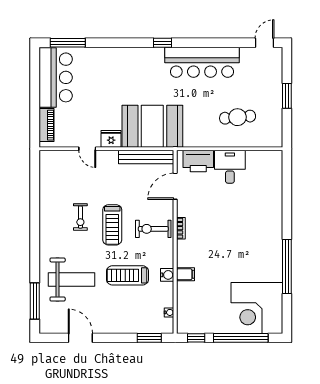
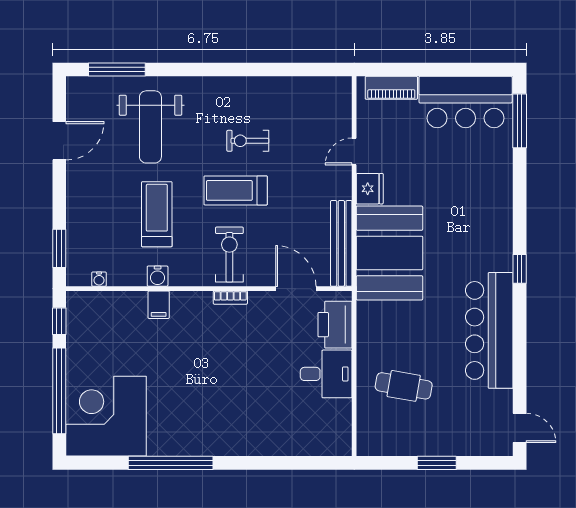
cafe table: (238, 117) -> (404, 386), turned -75

